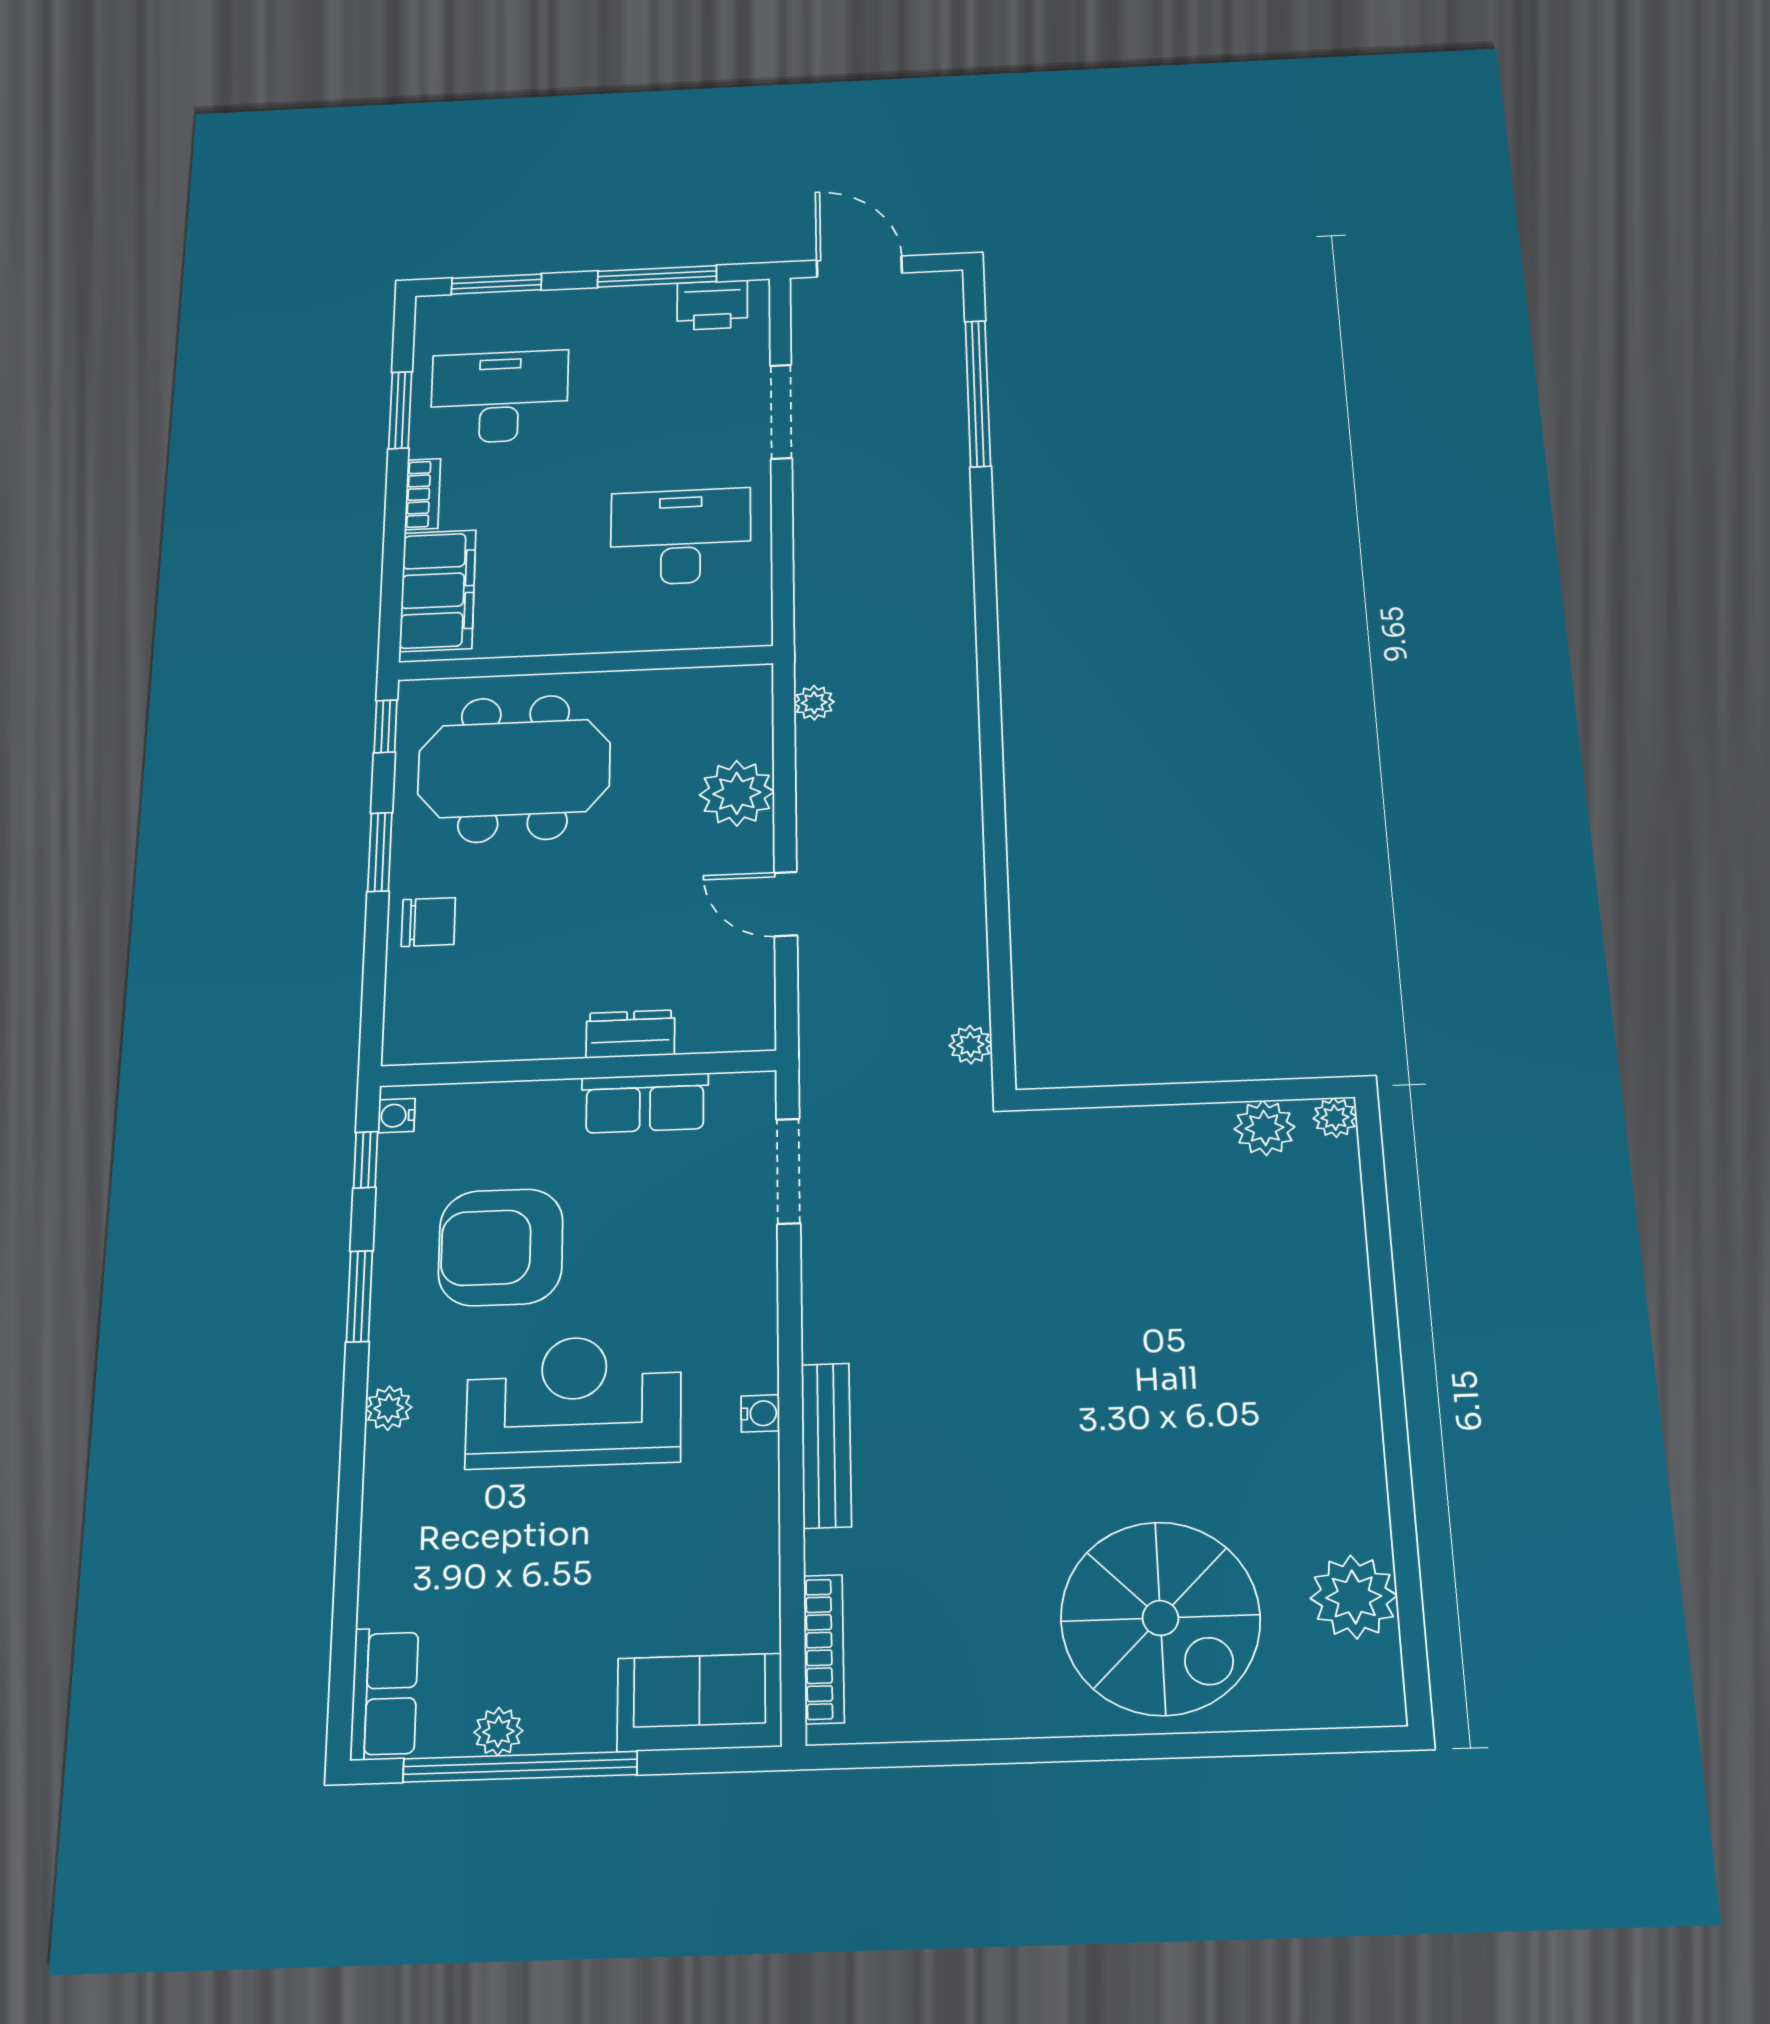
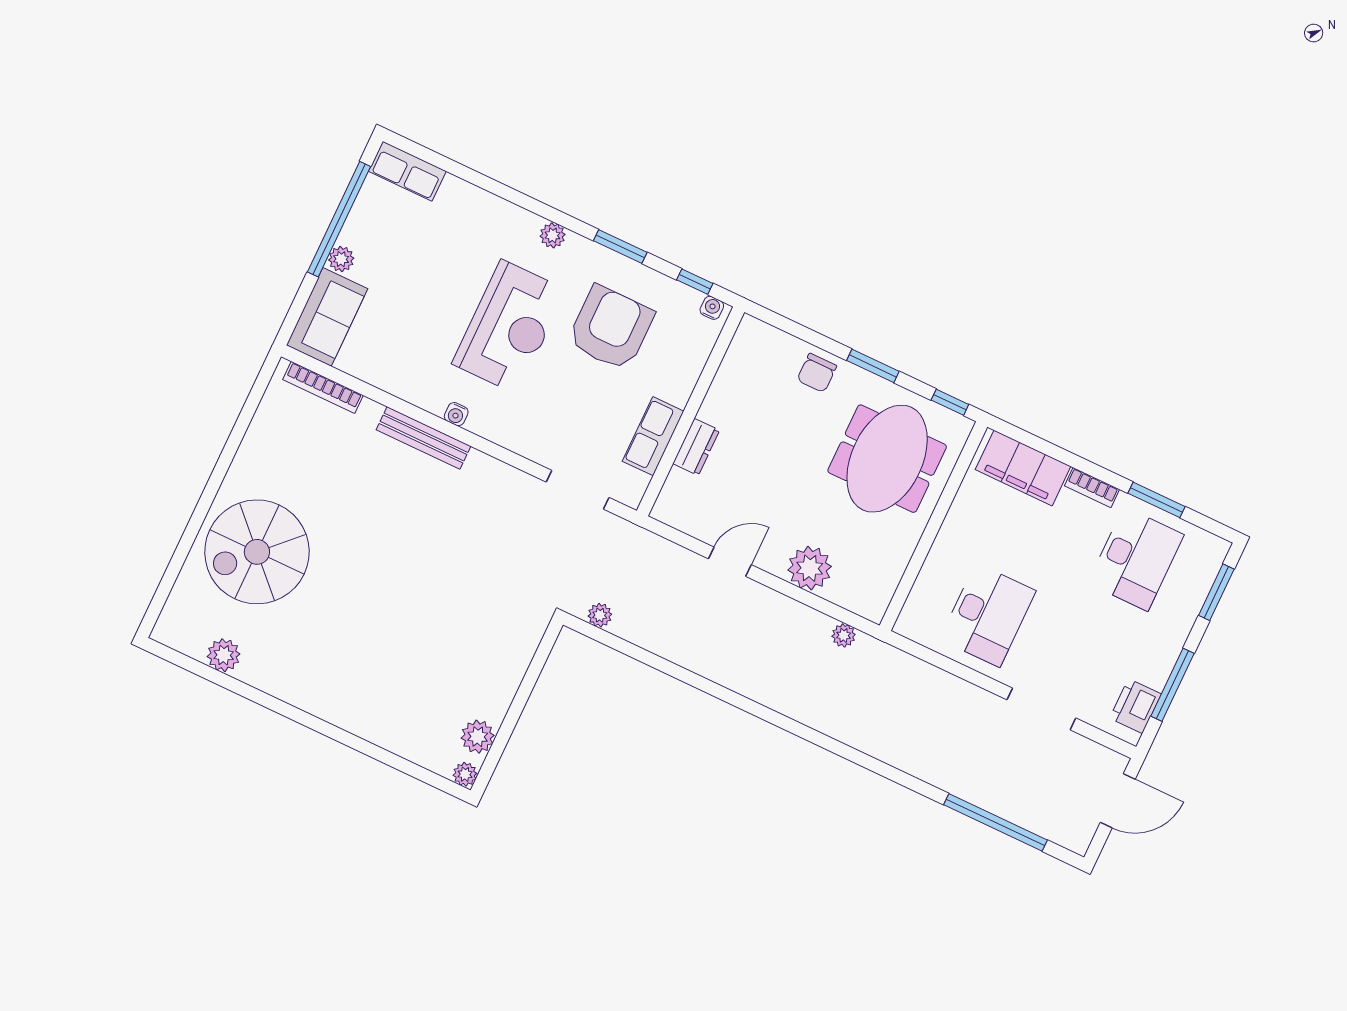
plant: (1354, 1597) -> (224, 655), width x0.73, depth x0.73
plant: (498, 1732) -> (341, 259), moved

